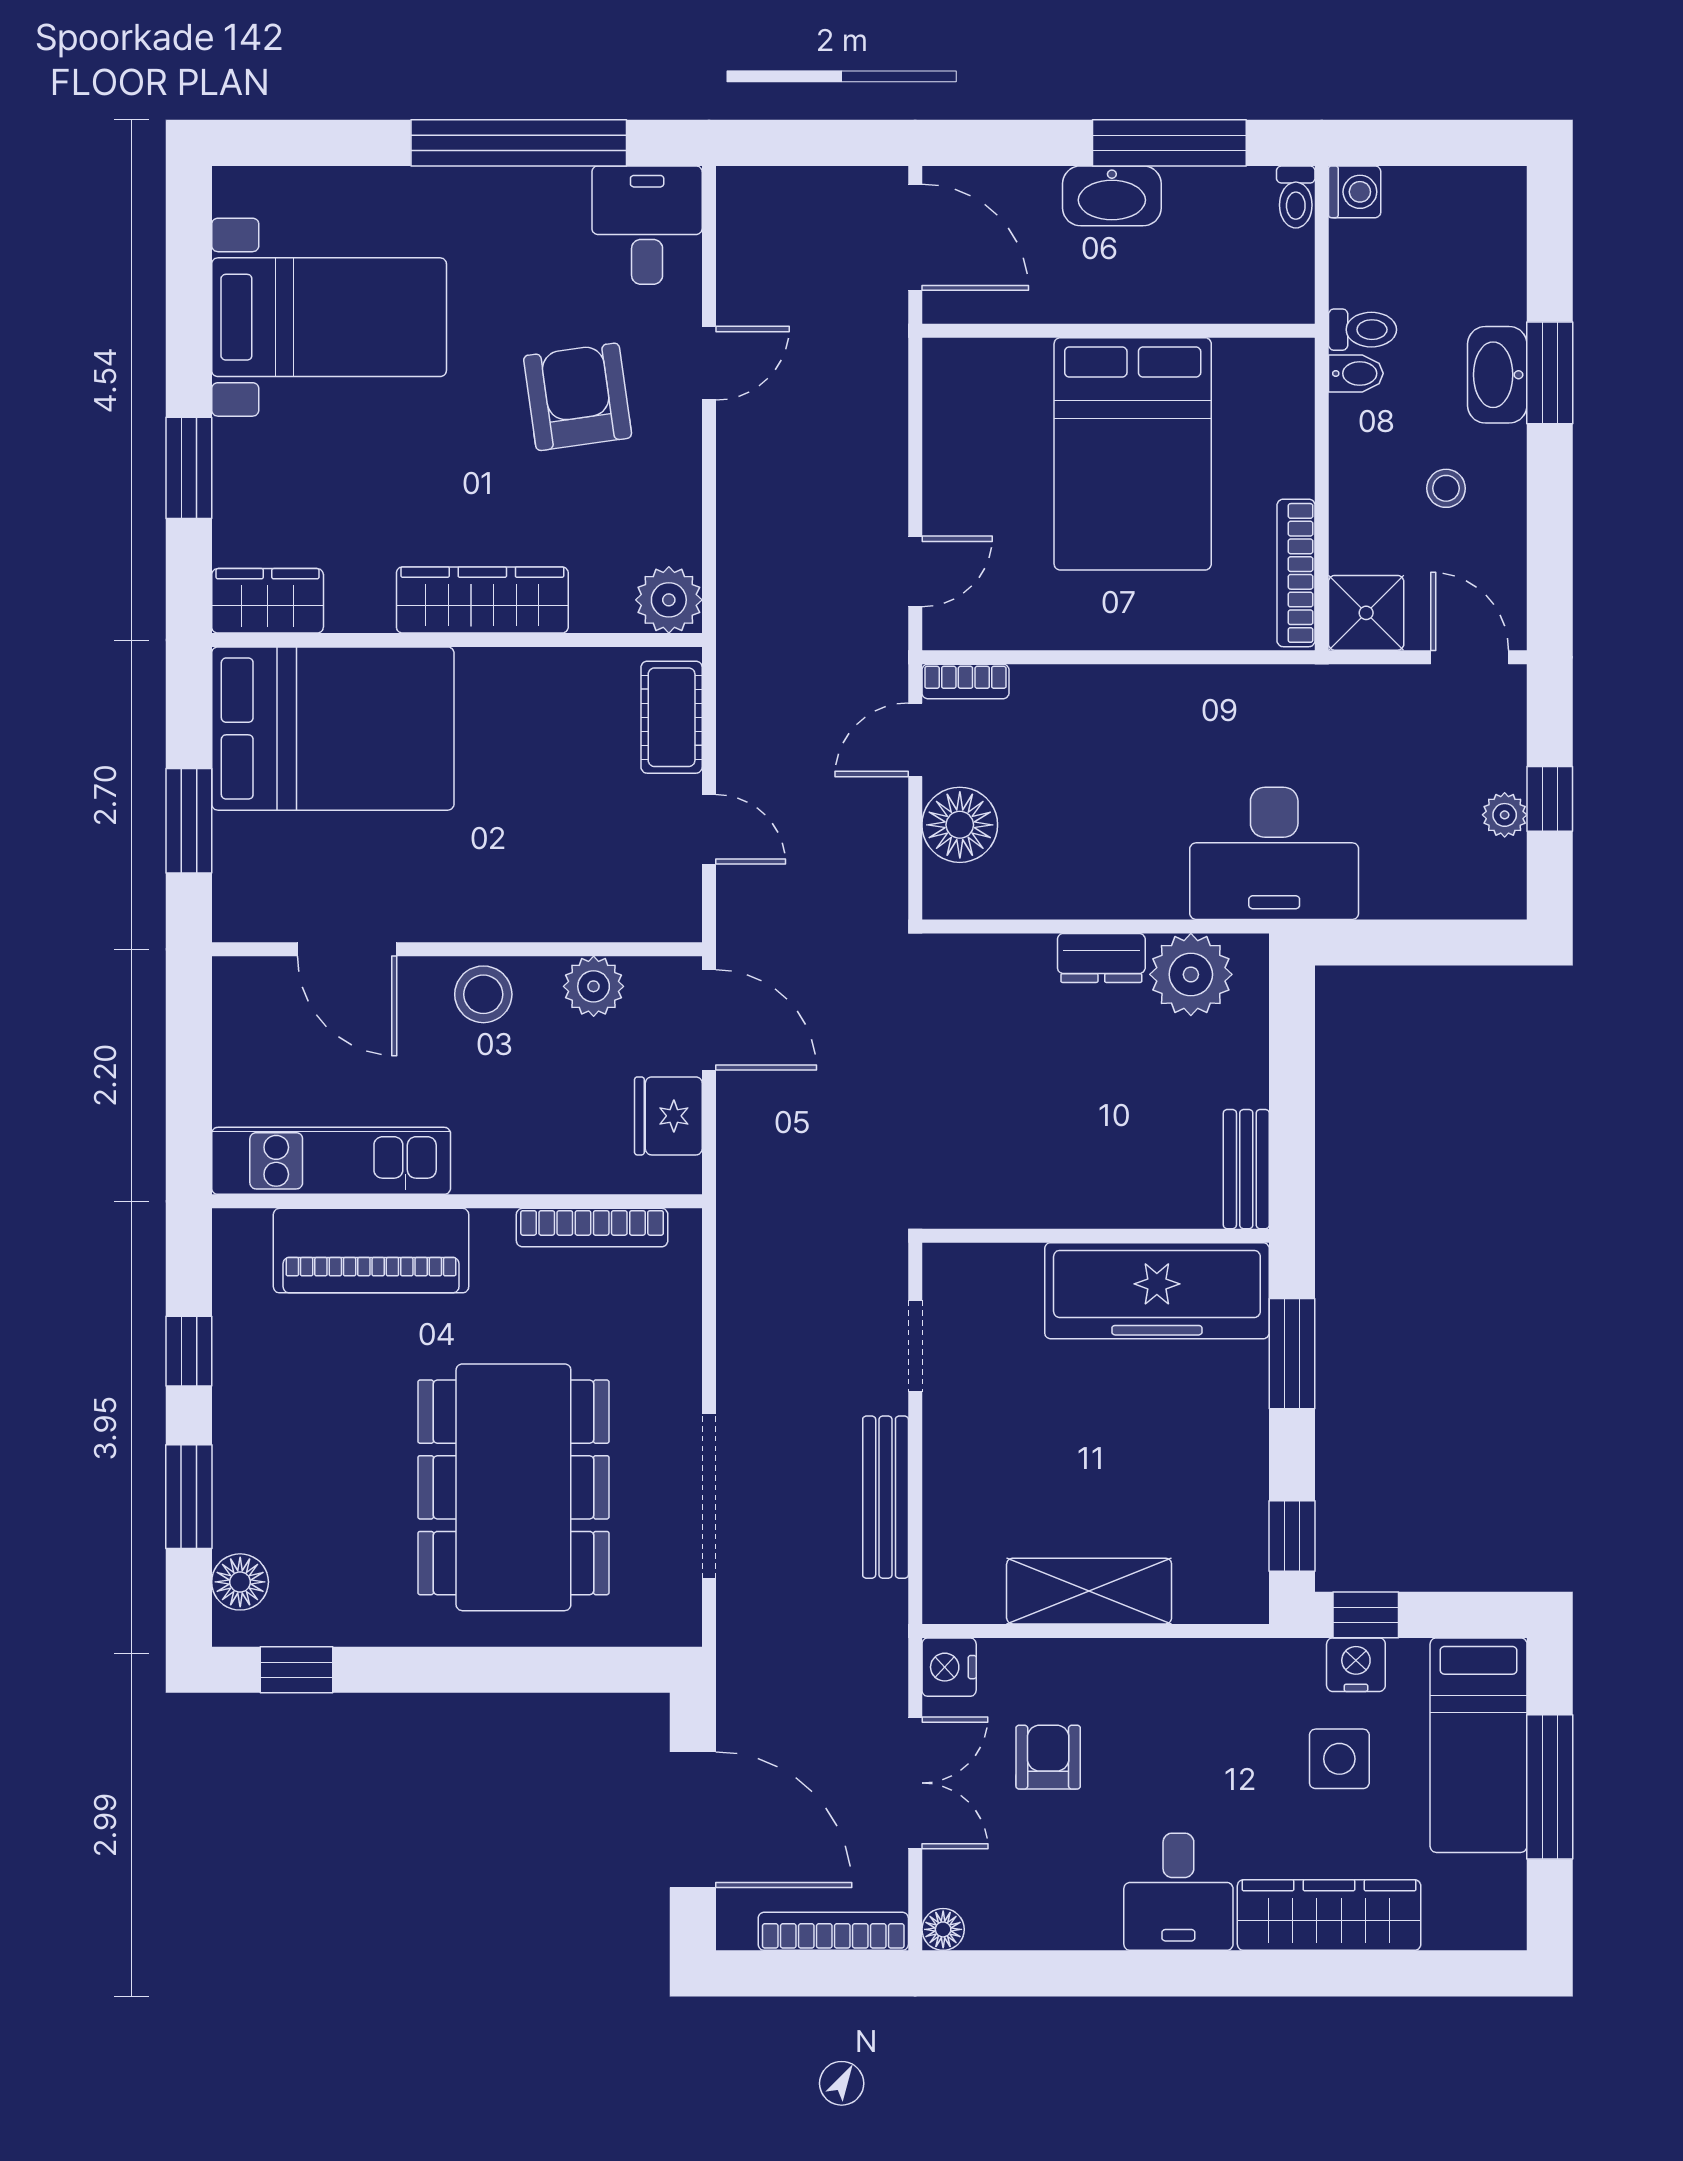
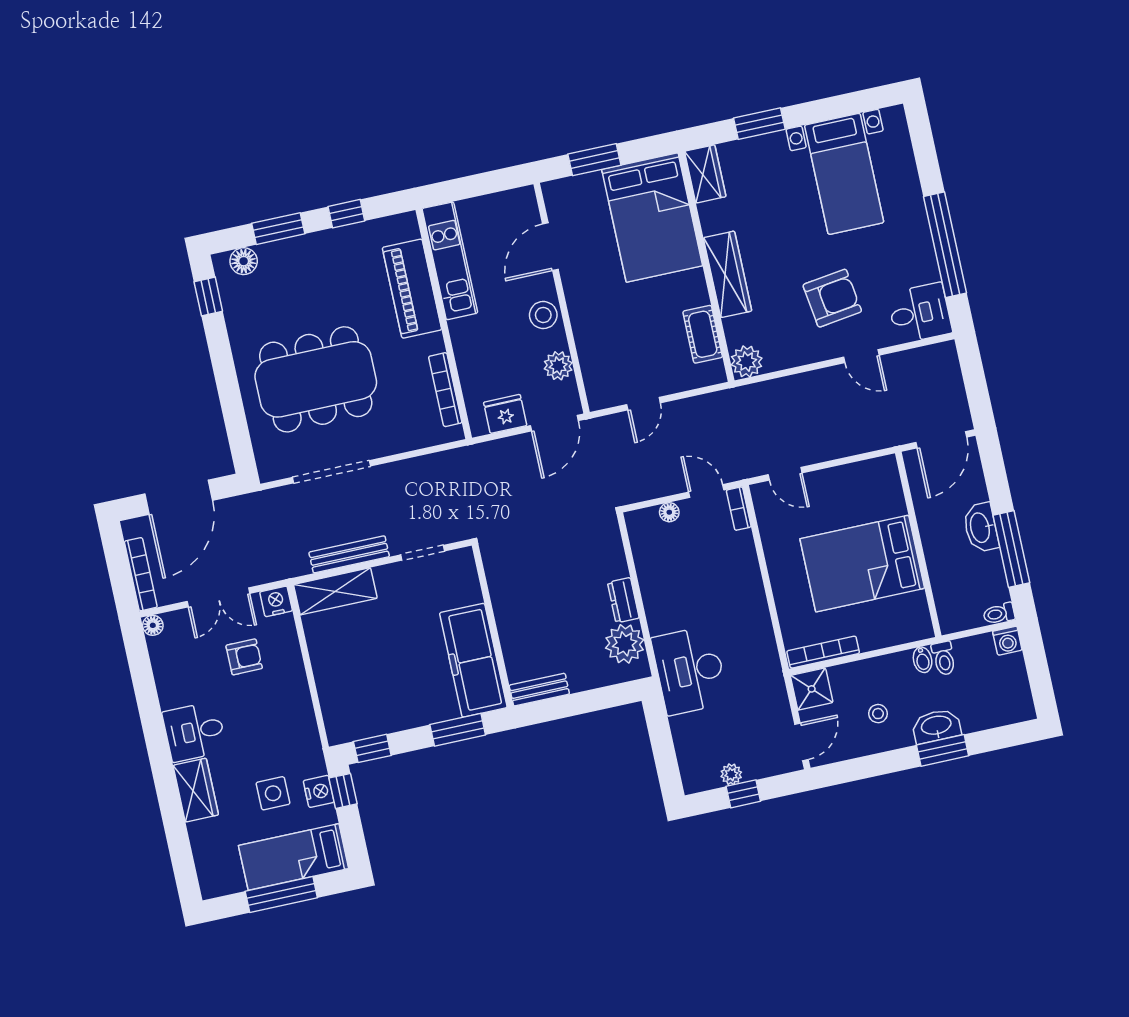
cot: (672, 717) -> (703, 334), moved, turned 90
floor lamp: (960, 825) -> (669, 512), width x0.53, depth x0.53
shelving: (1089, 1591) -> (335, 591), moved, turned 90
wardrobe: (1329, 1915) -> (196, 790), width x0.67

